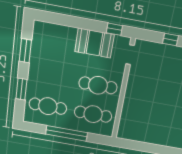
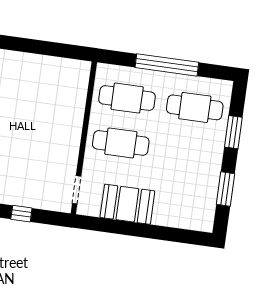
window: (114, 29) -> (100, 225), removed

